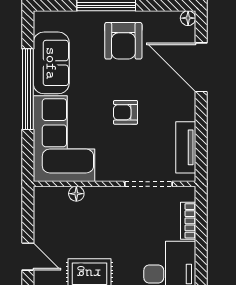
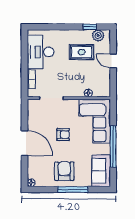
sofa: (51, 63) -> (101, 171), moved
door: (201, 67) -> (25, 143), moved
tv unit: (186, 147) -> (32, 117), removed

